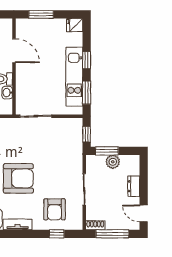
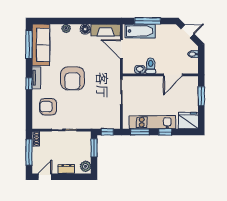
fridge: (75, 25) -> (188, 120), width x1.88, depth x1.34
plant: (113, 162) -> (86, 166), moved
window: (57, 234) -> (29, 84), moved

